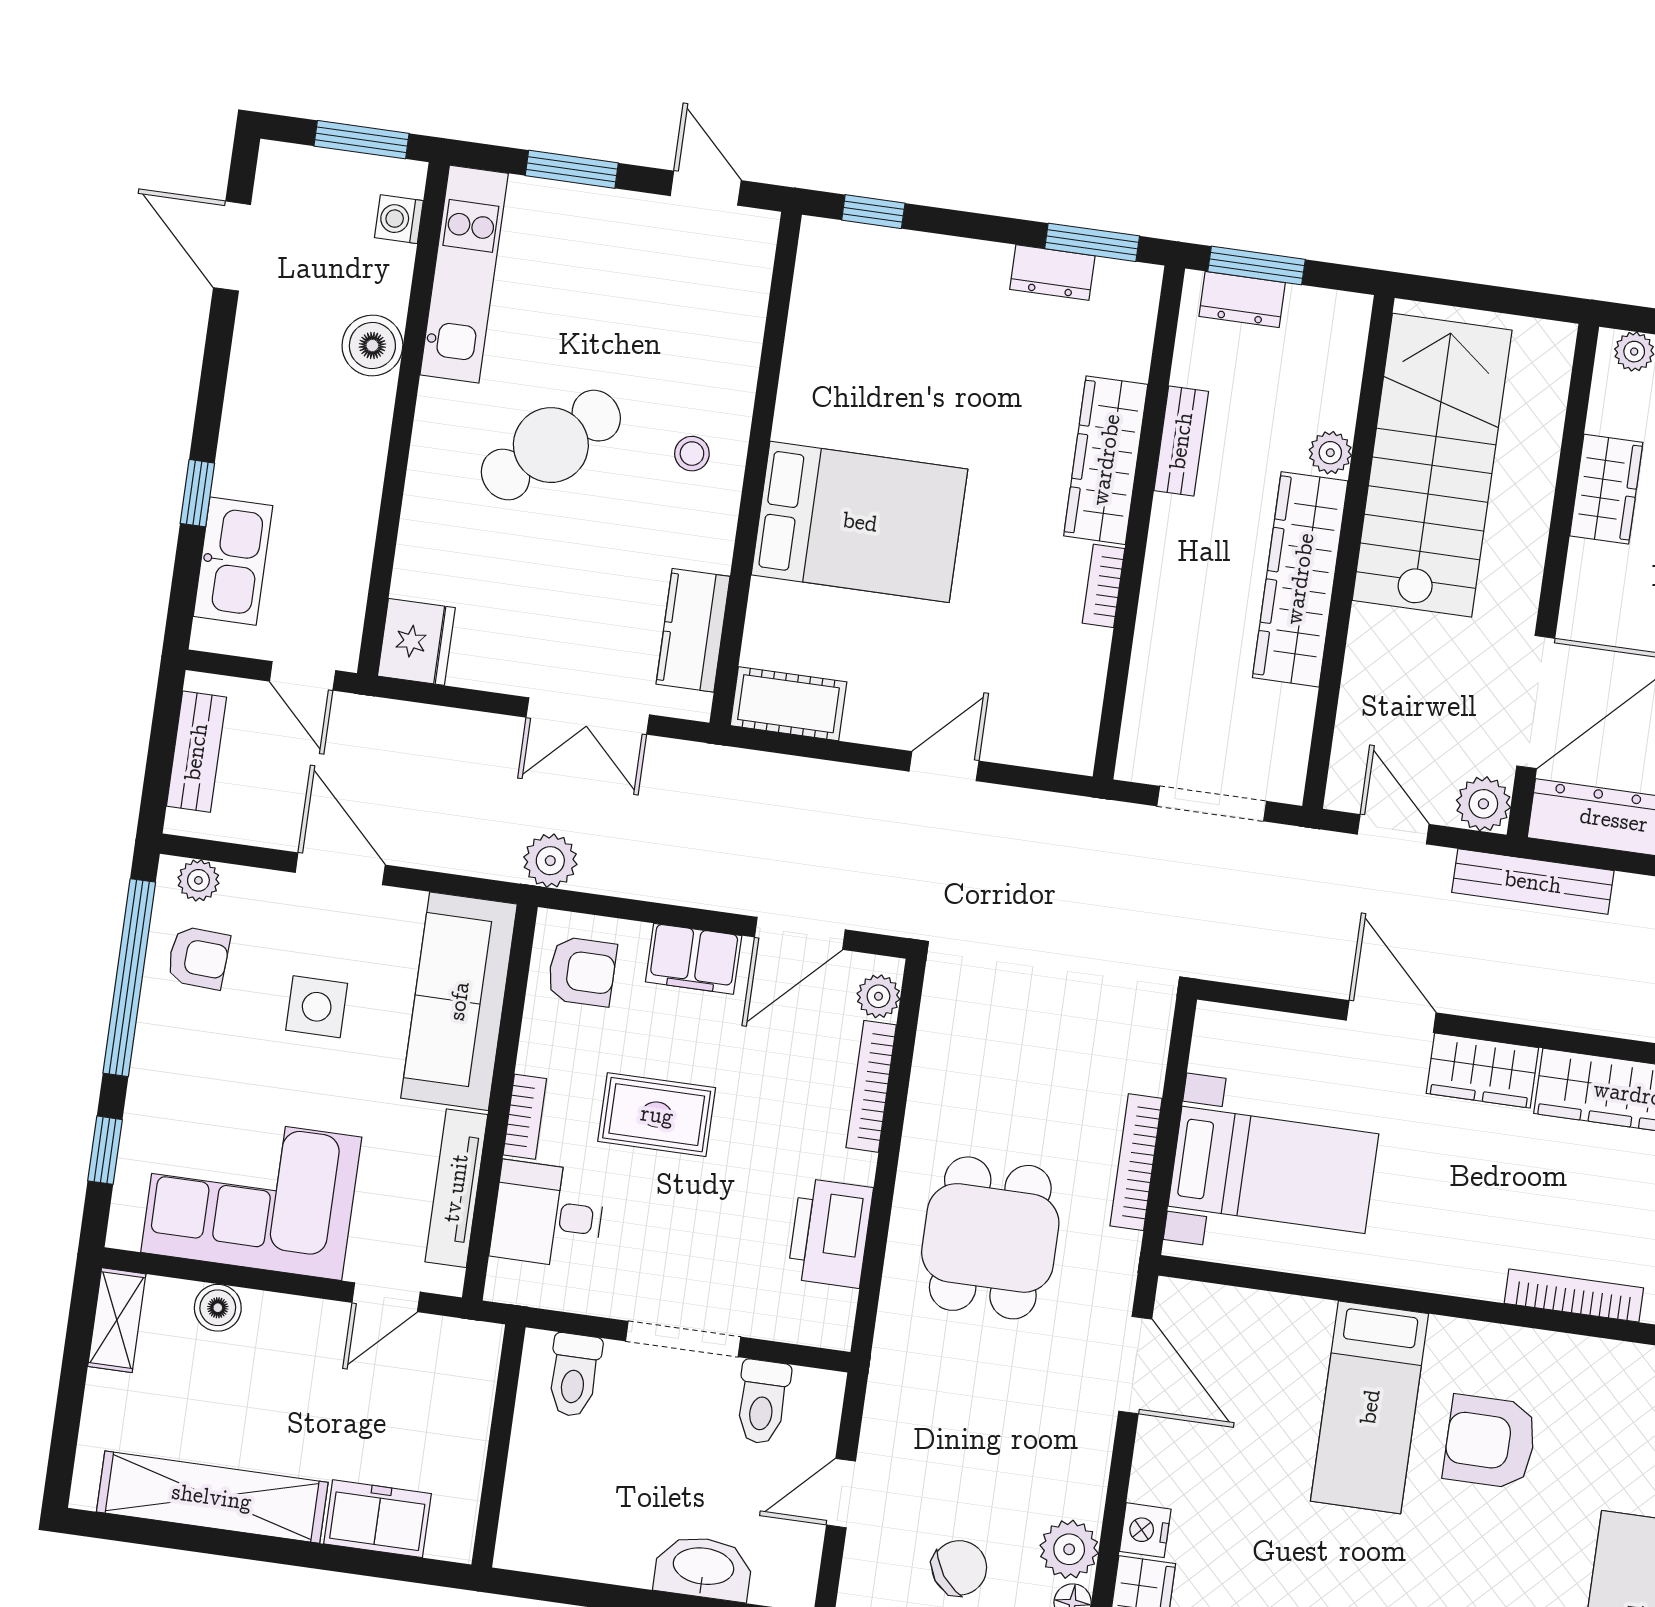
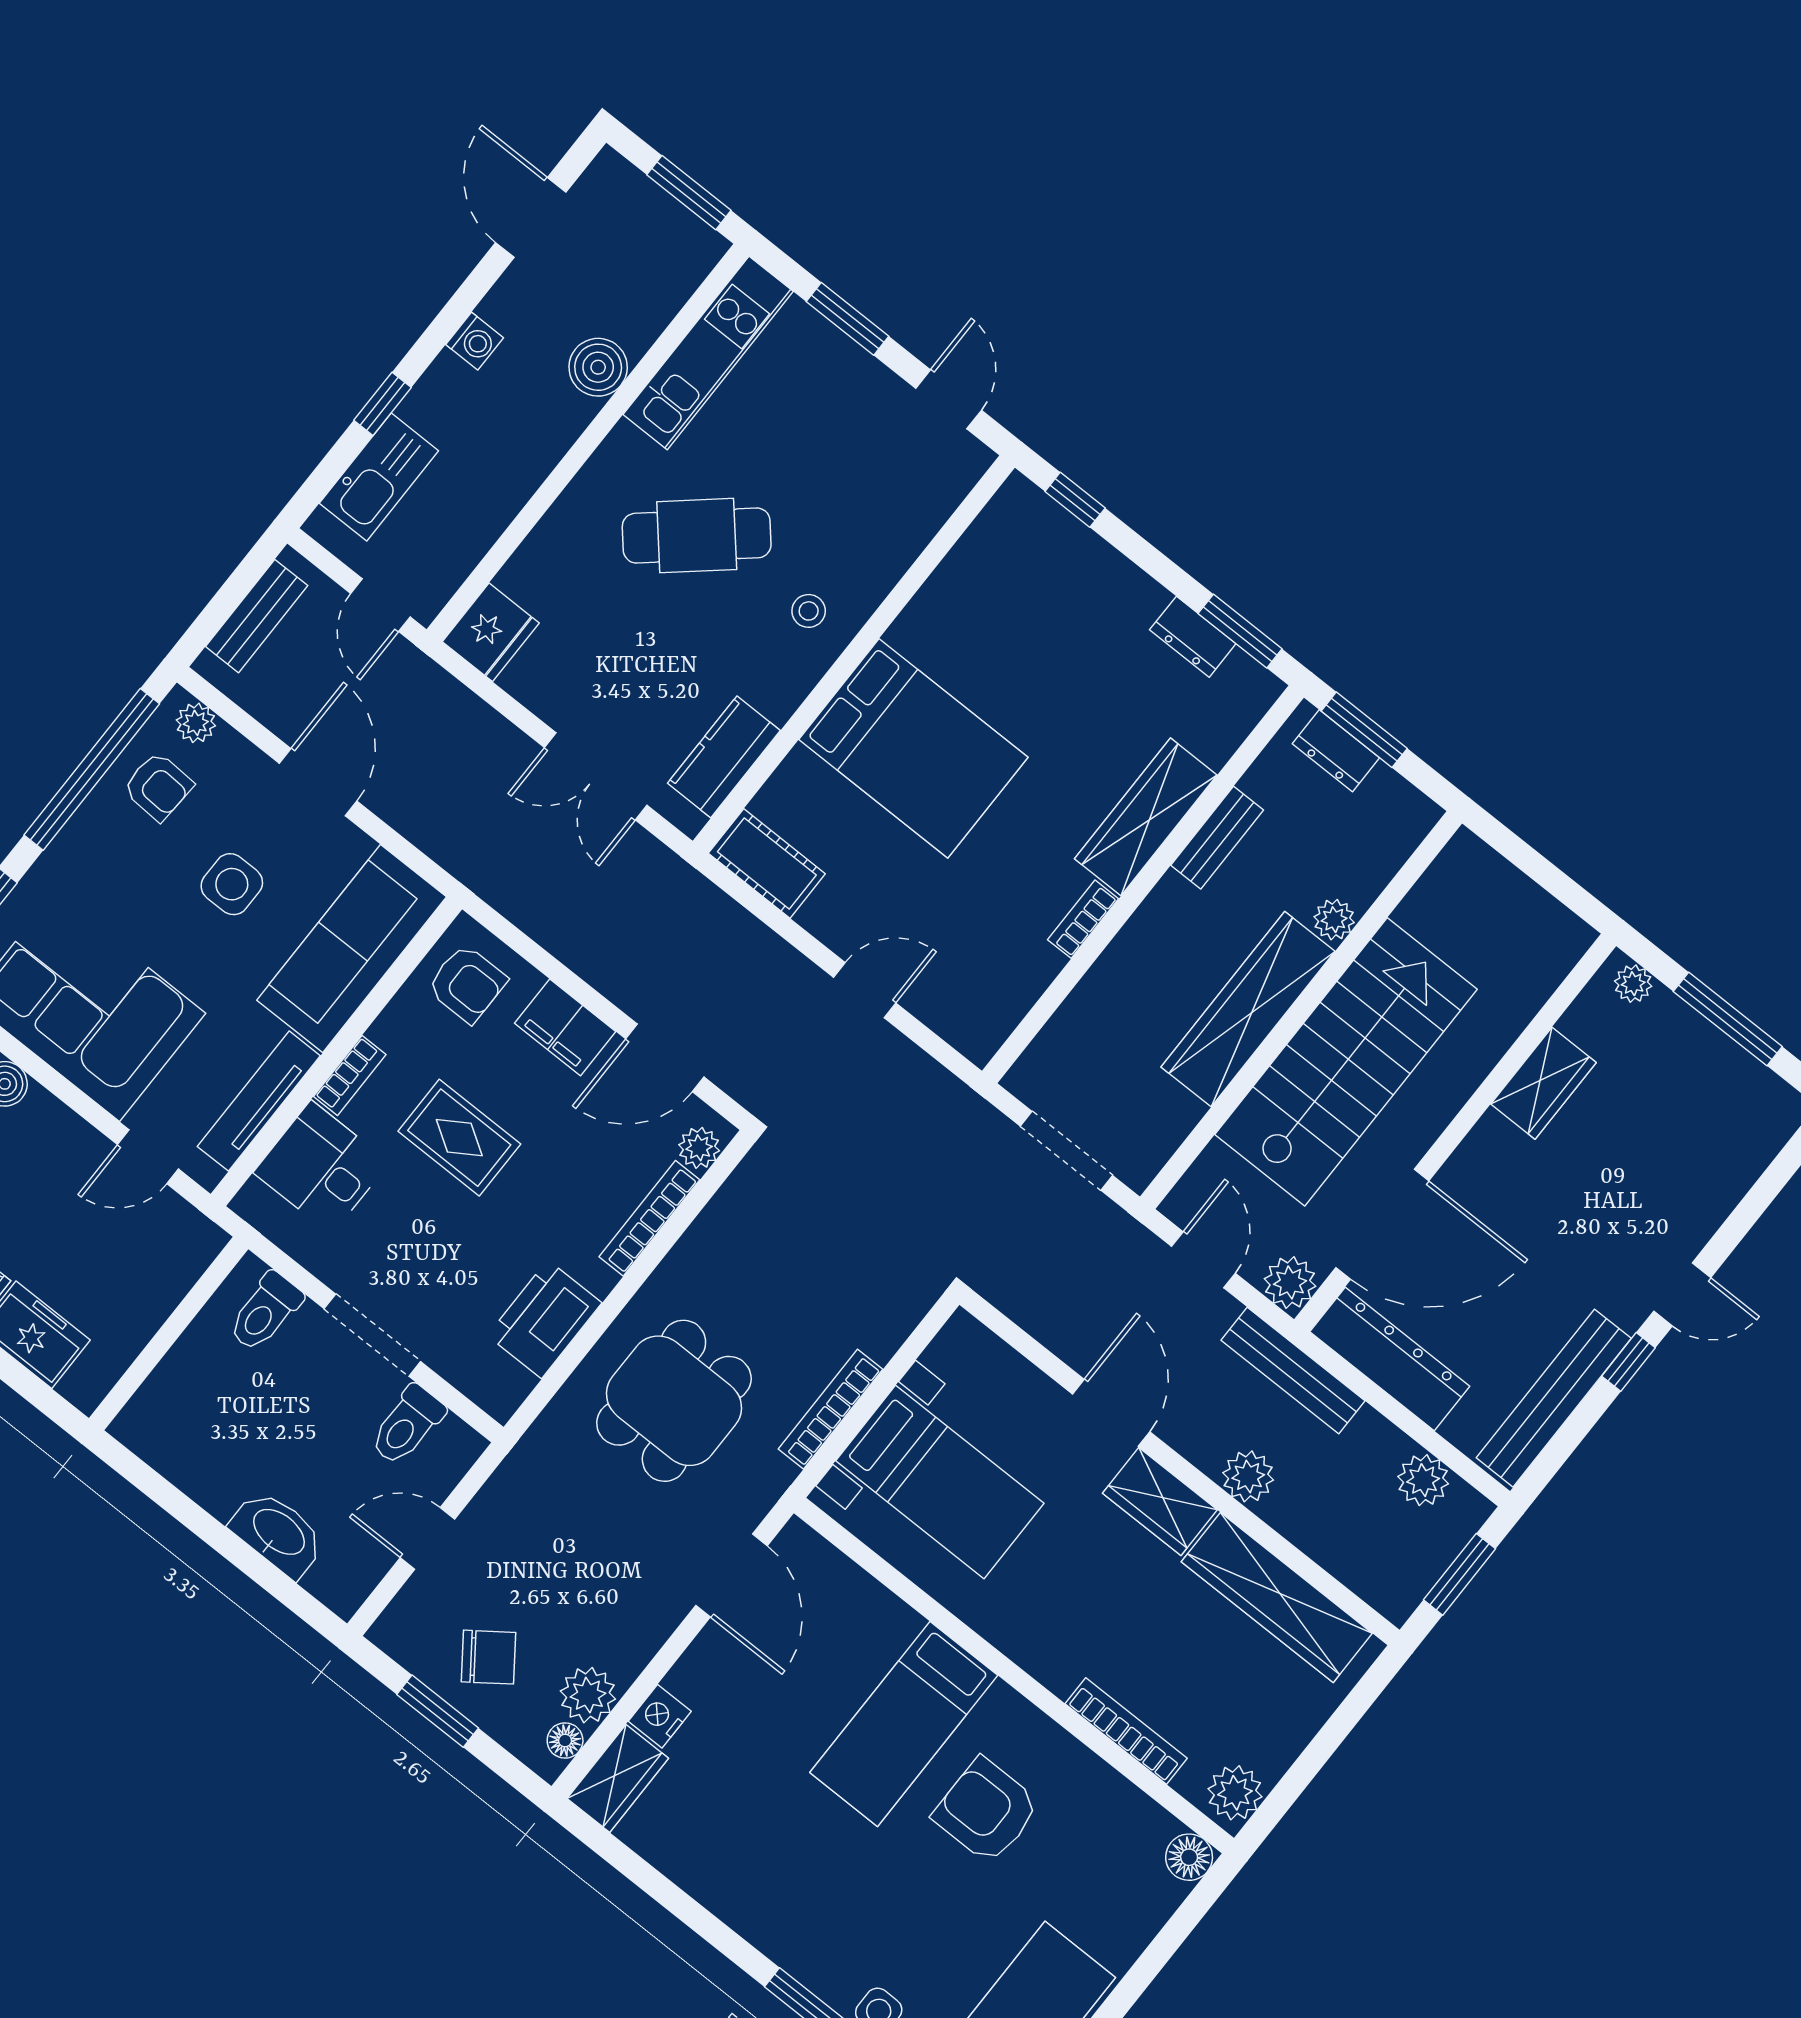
washing machine: (399, 219) -> (475, 341), moved, turned 180
stairs: (1432, 465) -> (1346, 1062), moved
plant: (550, 861) -> (1248, 1476), moved

